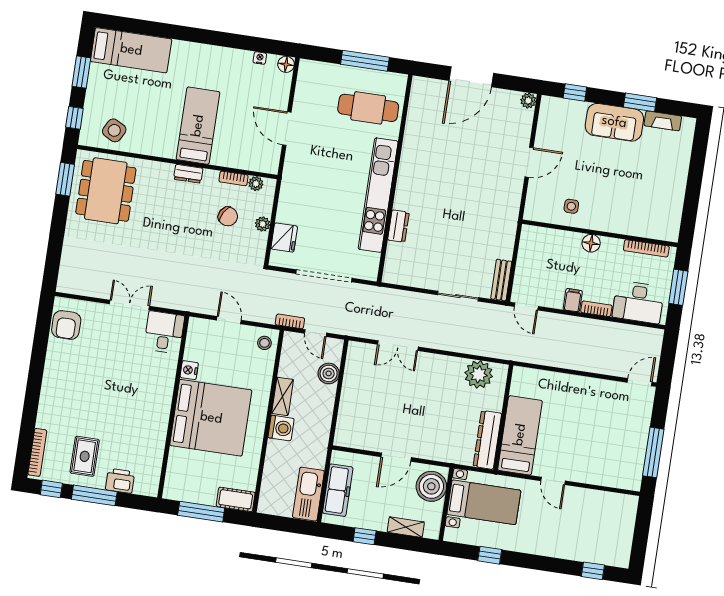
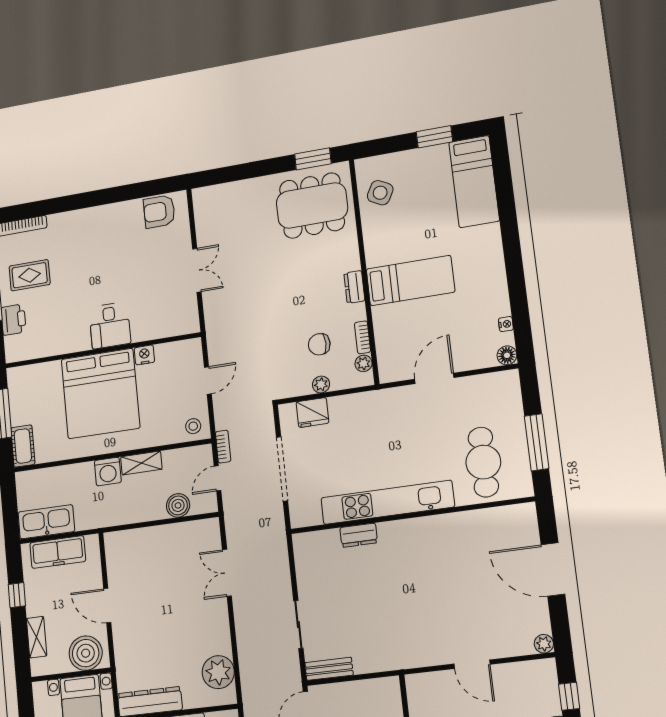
window: (74, 118) -> (382, 146), removed
chair: (228, 216) -> (319, 344), turned 60
desk: (164, 332) -> (110, 325), moved, turned 90

